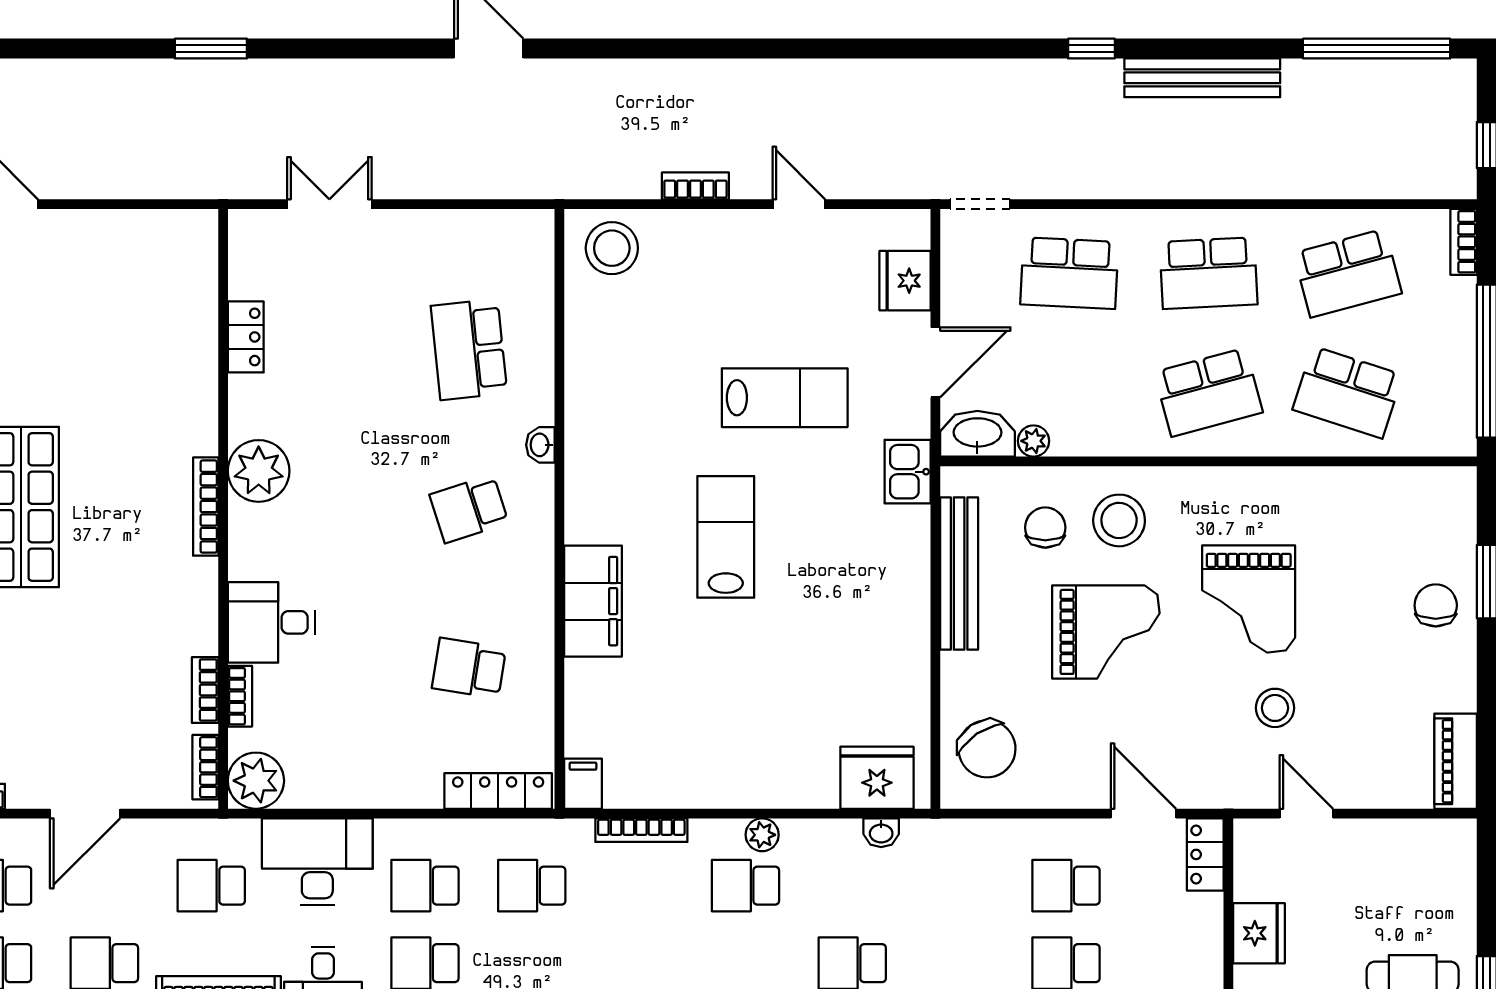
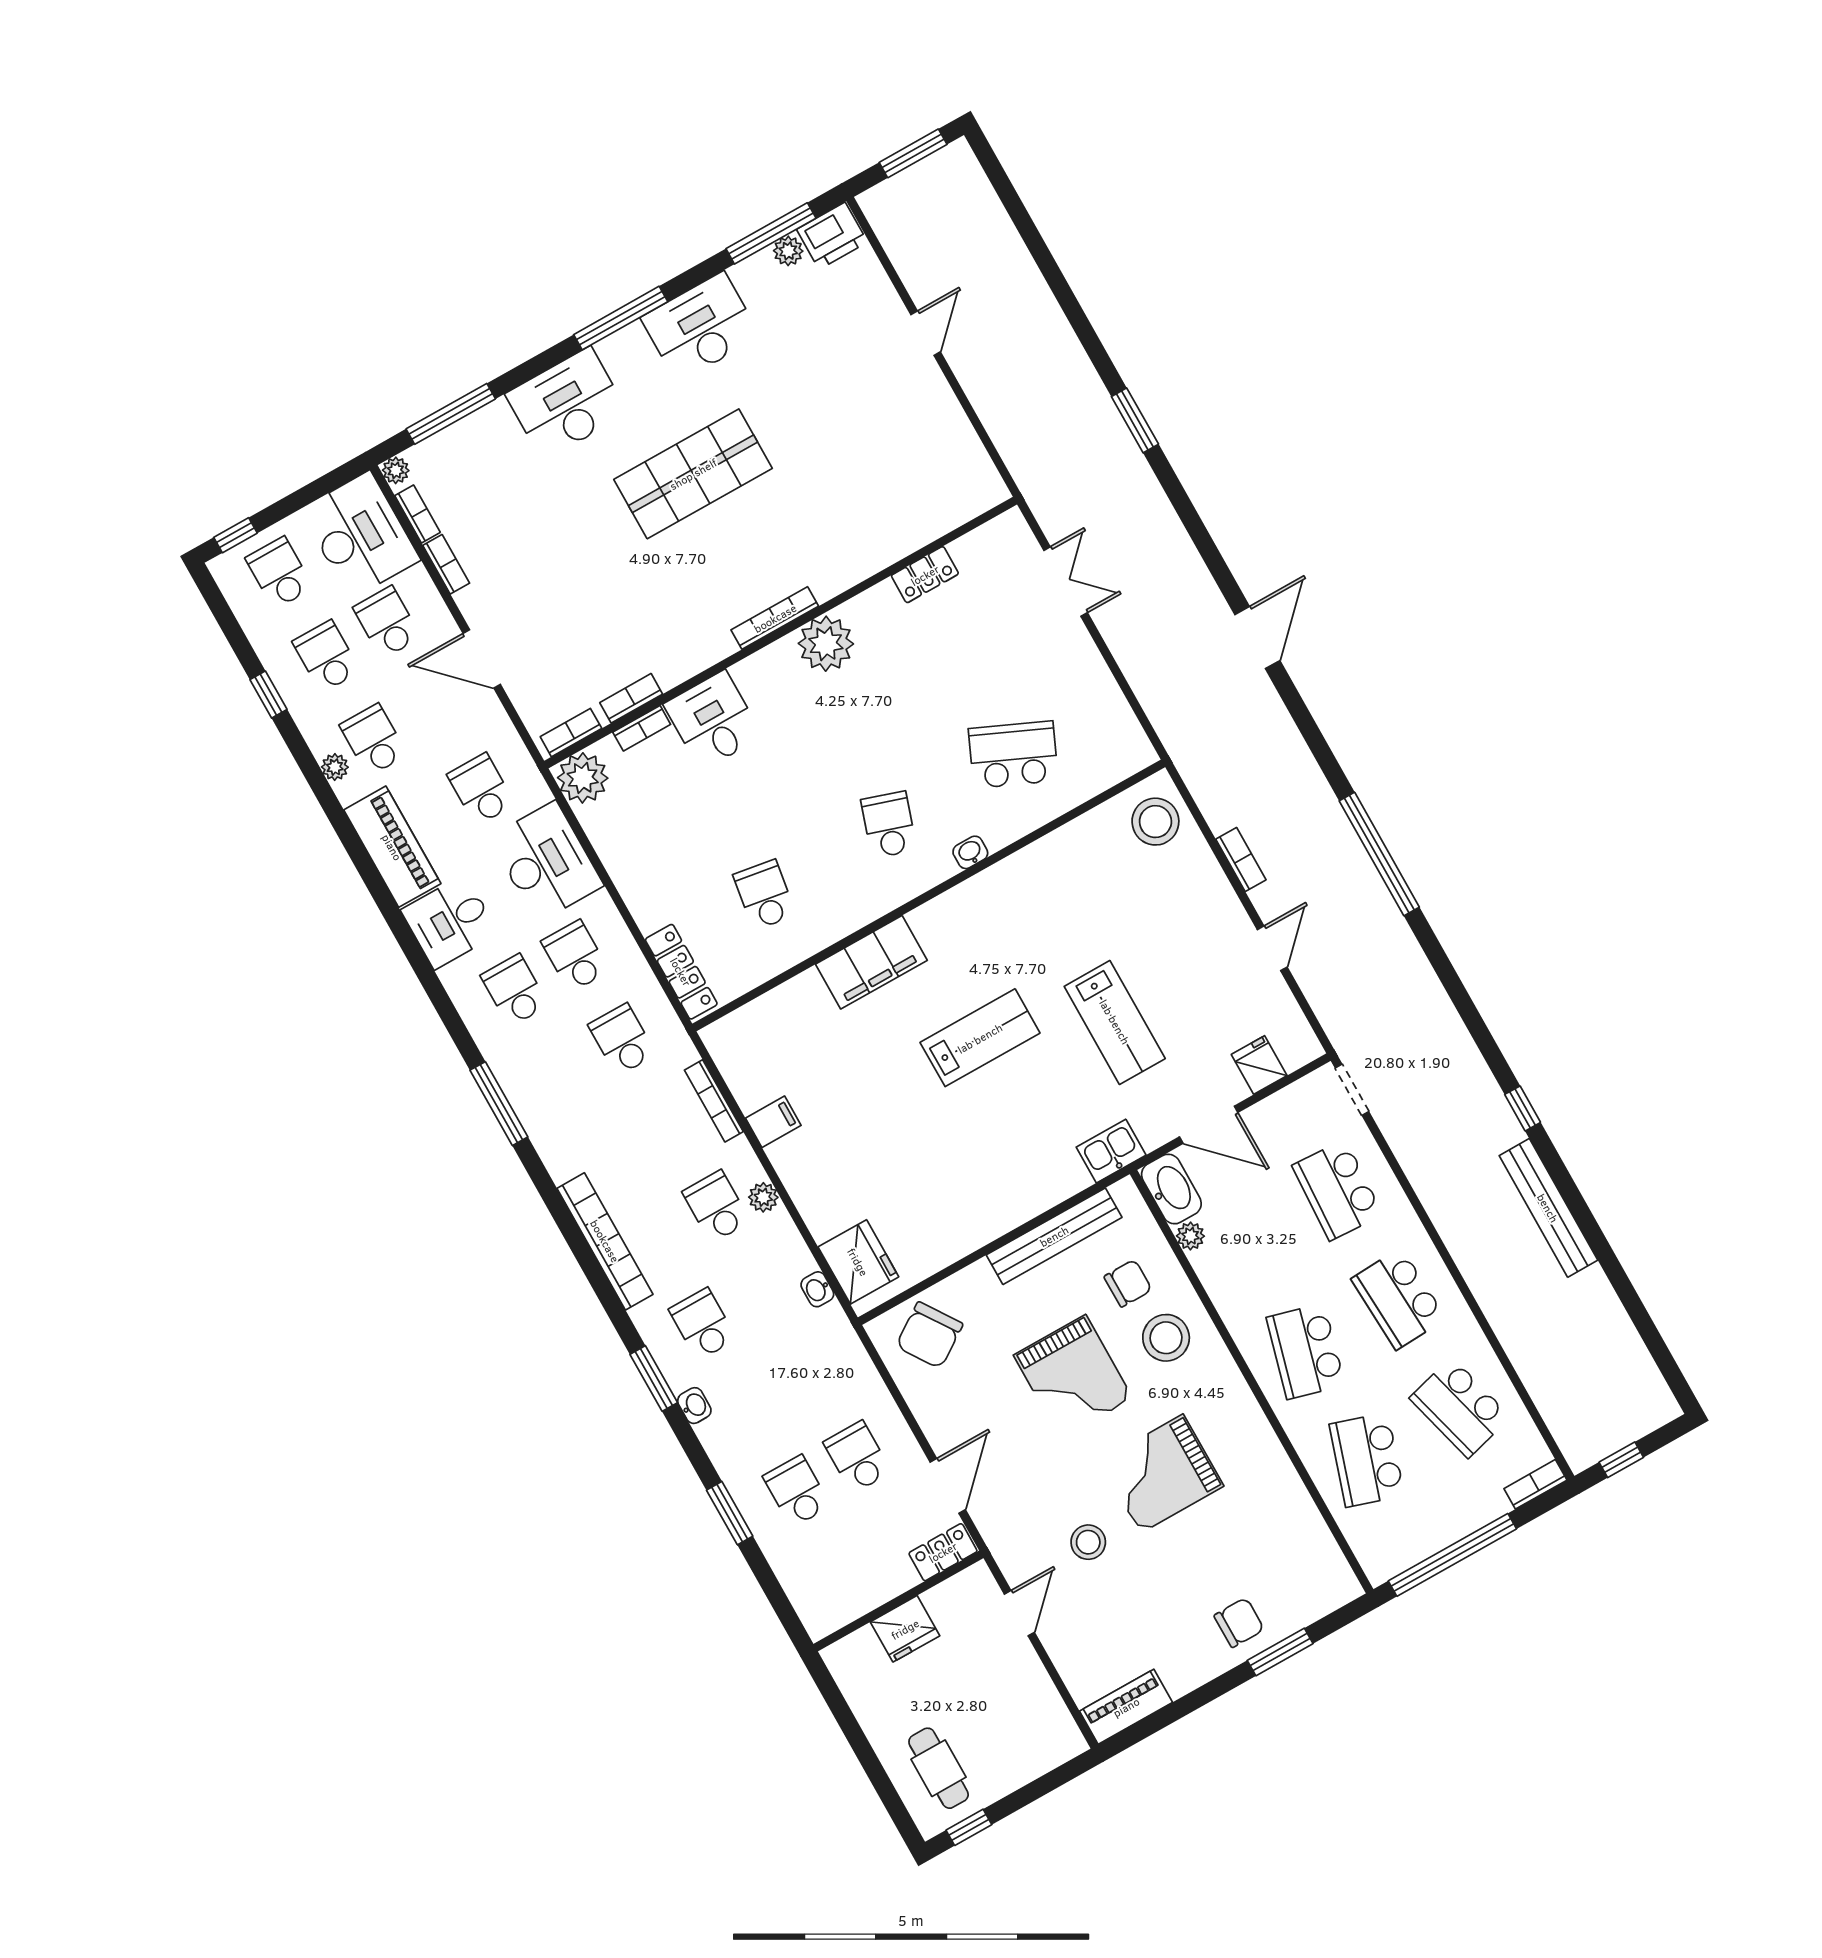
window: (1377, 49) -> (1379, 854), moved
fridge: (905, 281) -> (1259, 1065), width x0.72
school desk: (469, 350) -> (1013, 755), turned 30
school desk: (1208, 392) -> (1306, 1351), turned 30
school desk: (469, 509) -> (889, 825), turned 36
filing cabinet: (583, 784) -> (773, 1122), moved

